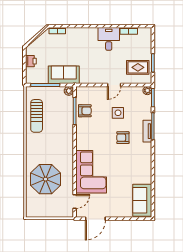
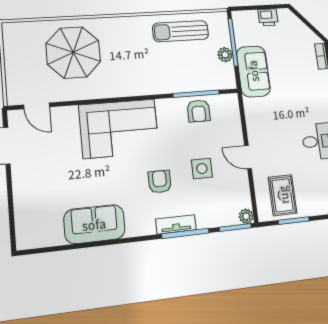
plant: (69, 91) -> (225, 55), moved
corner sofa: (91, 172) -> (119, 129), moved
sofa: (142, 200) -> (94, 224), moved

